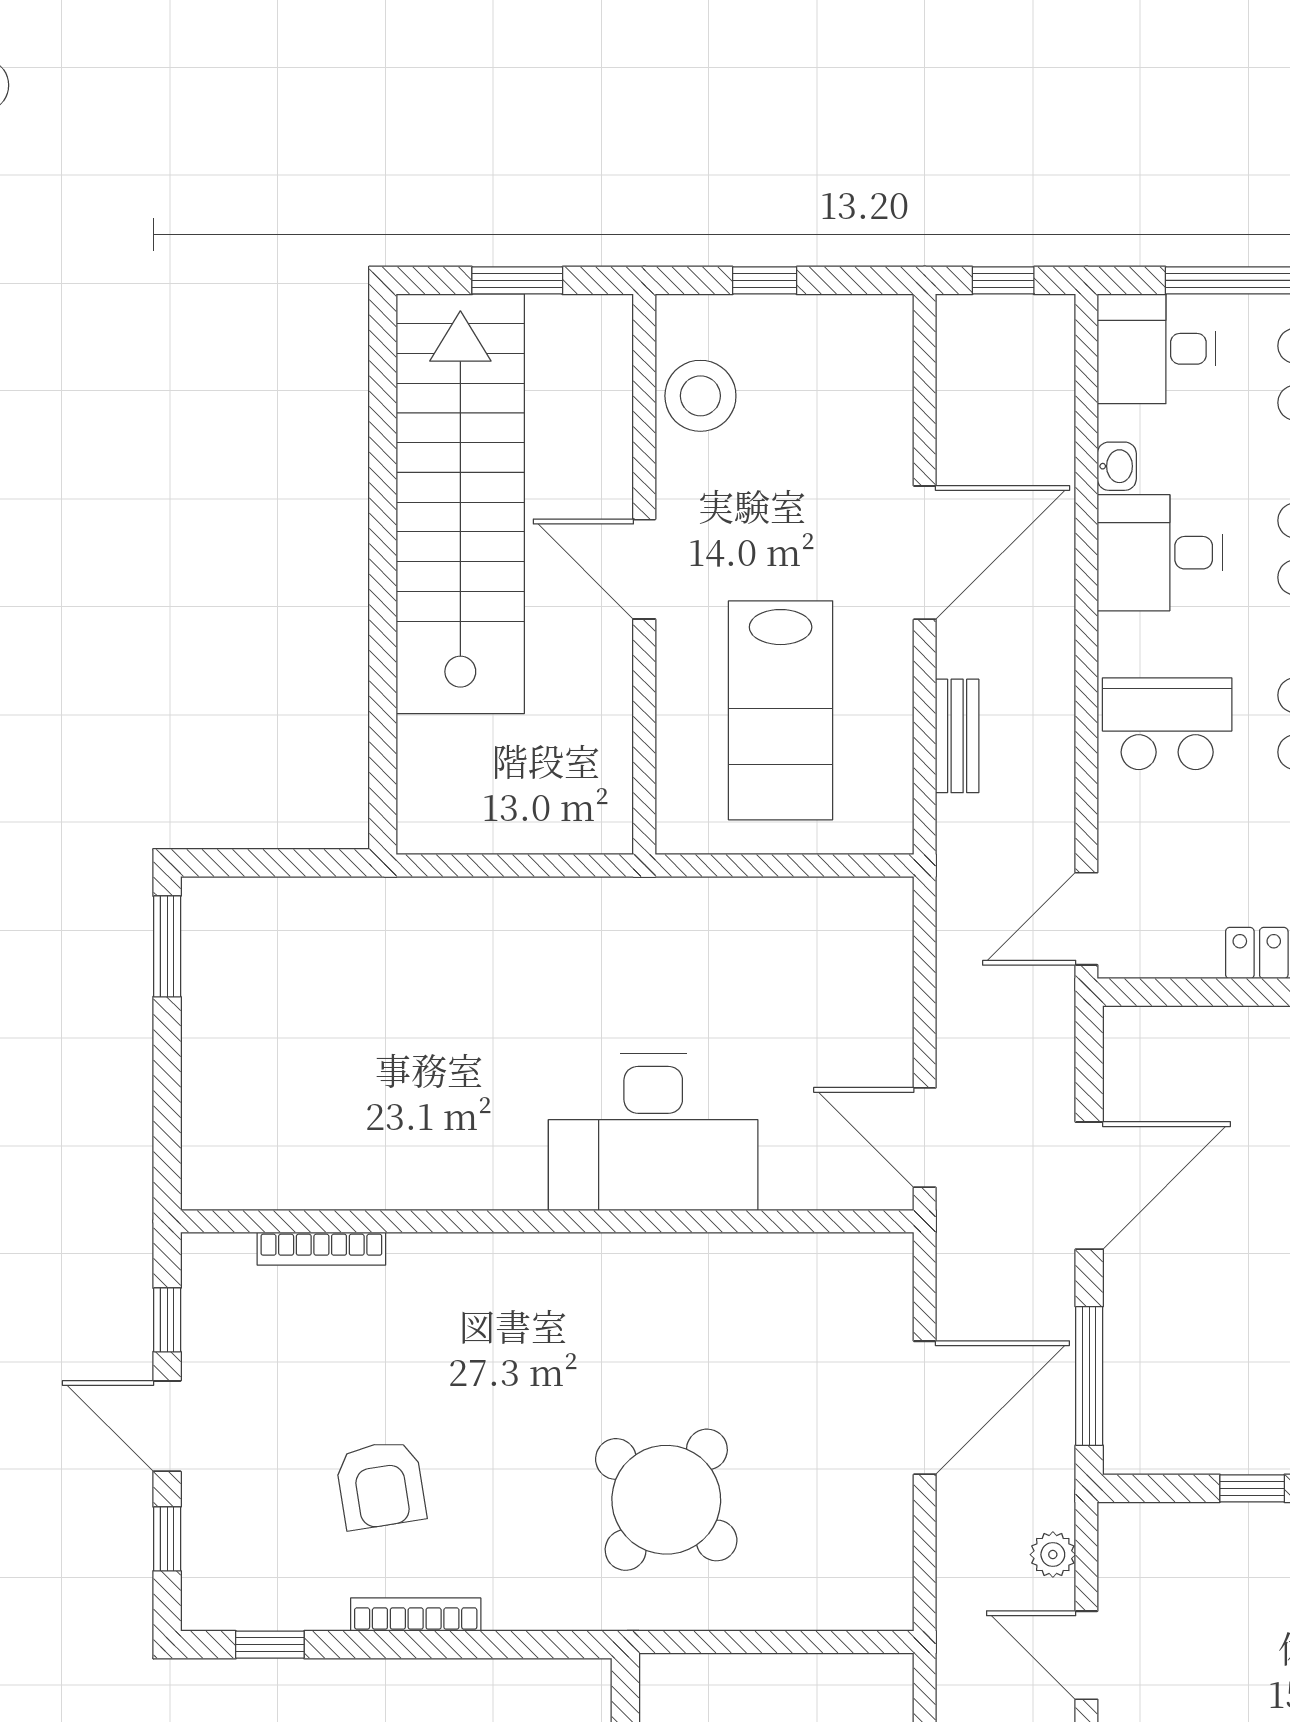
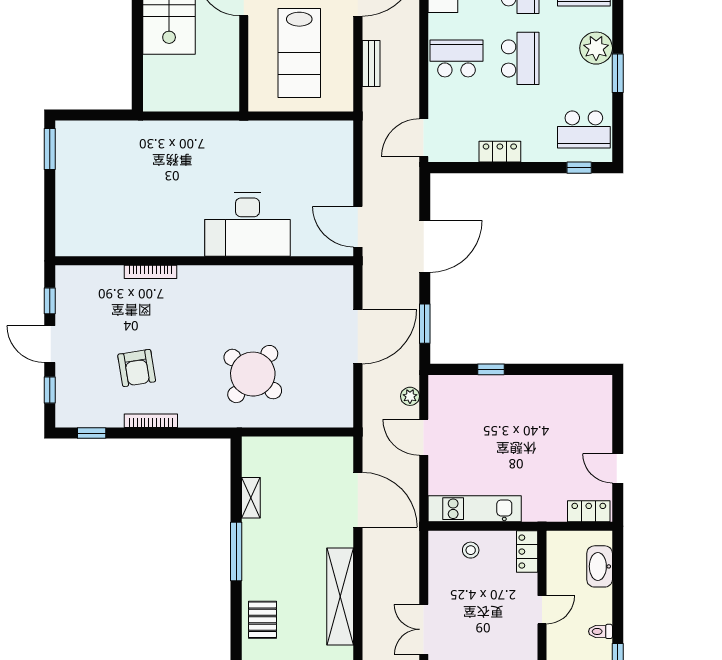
bookcase: (321, 1249) -> (151, 272), moved
window: (1089, 1376) -> (425, 324), width x0.69

